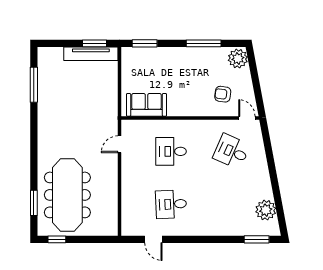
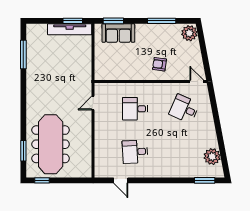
armchair: (223, 94) -> (159, 64), moved
sofa: (147, 105) -> (118, 33), moved, turned 180

